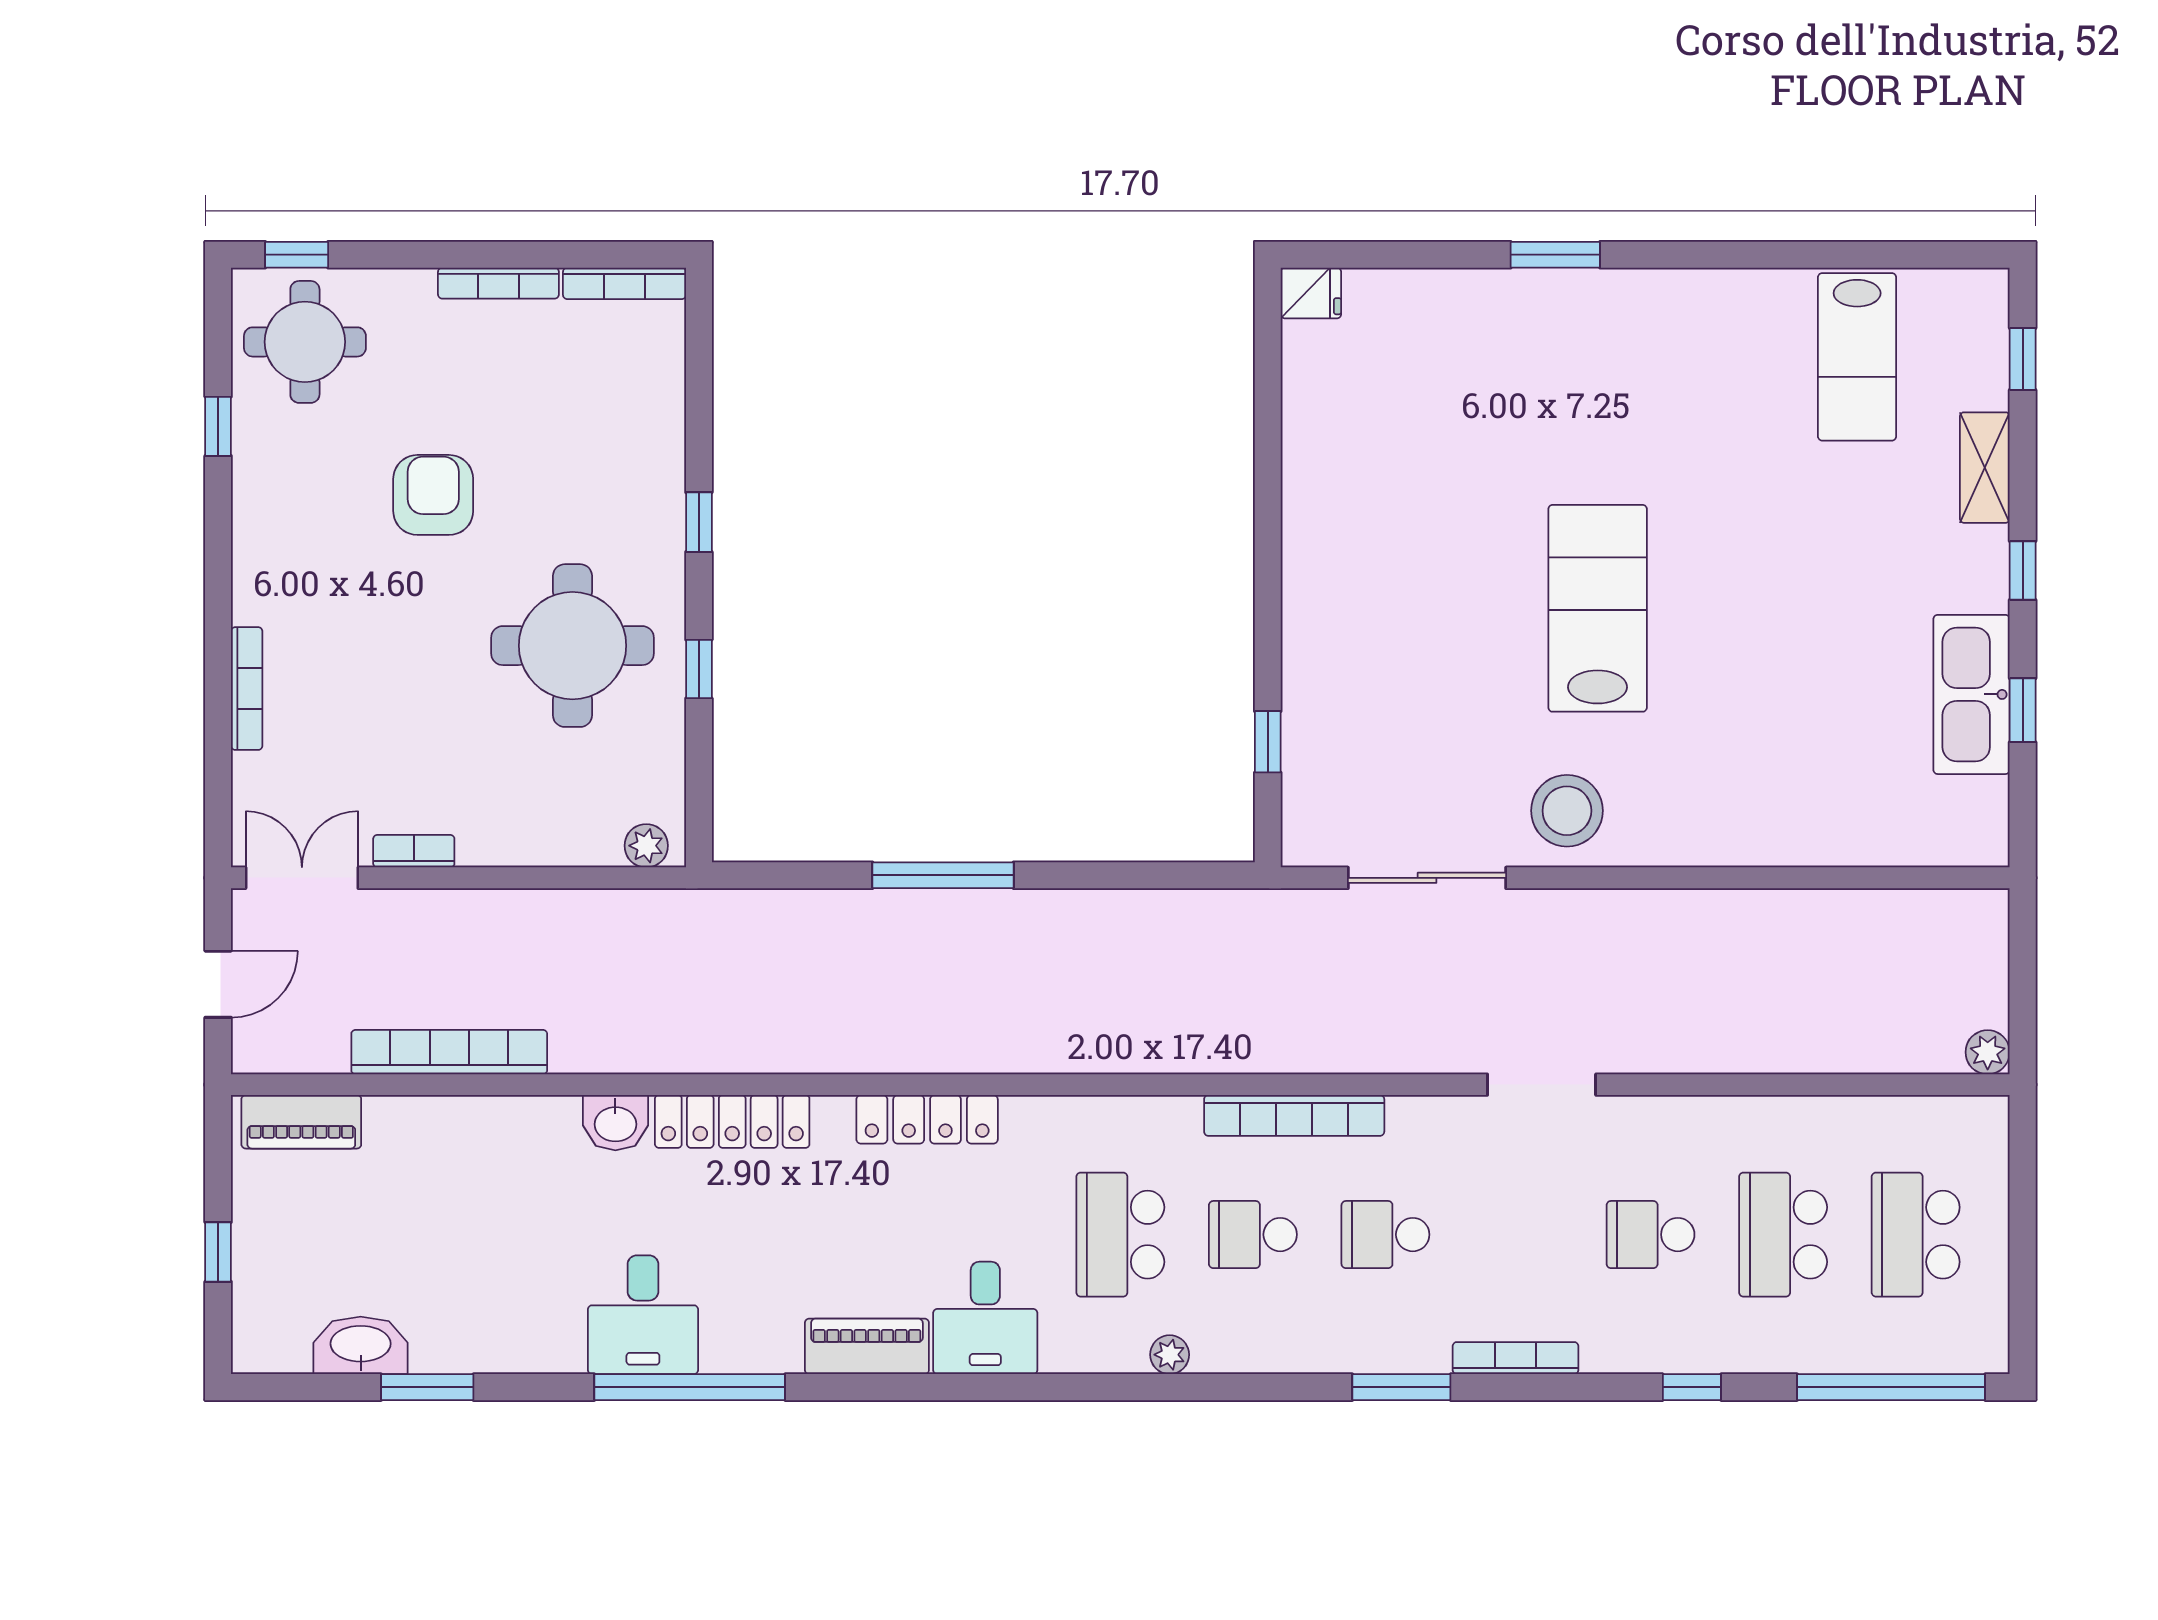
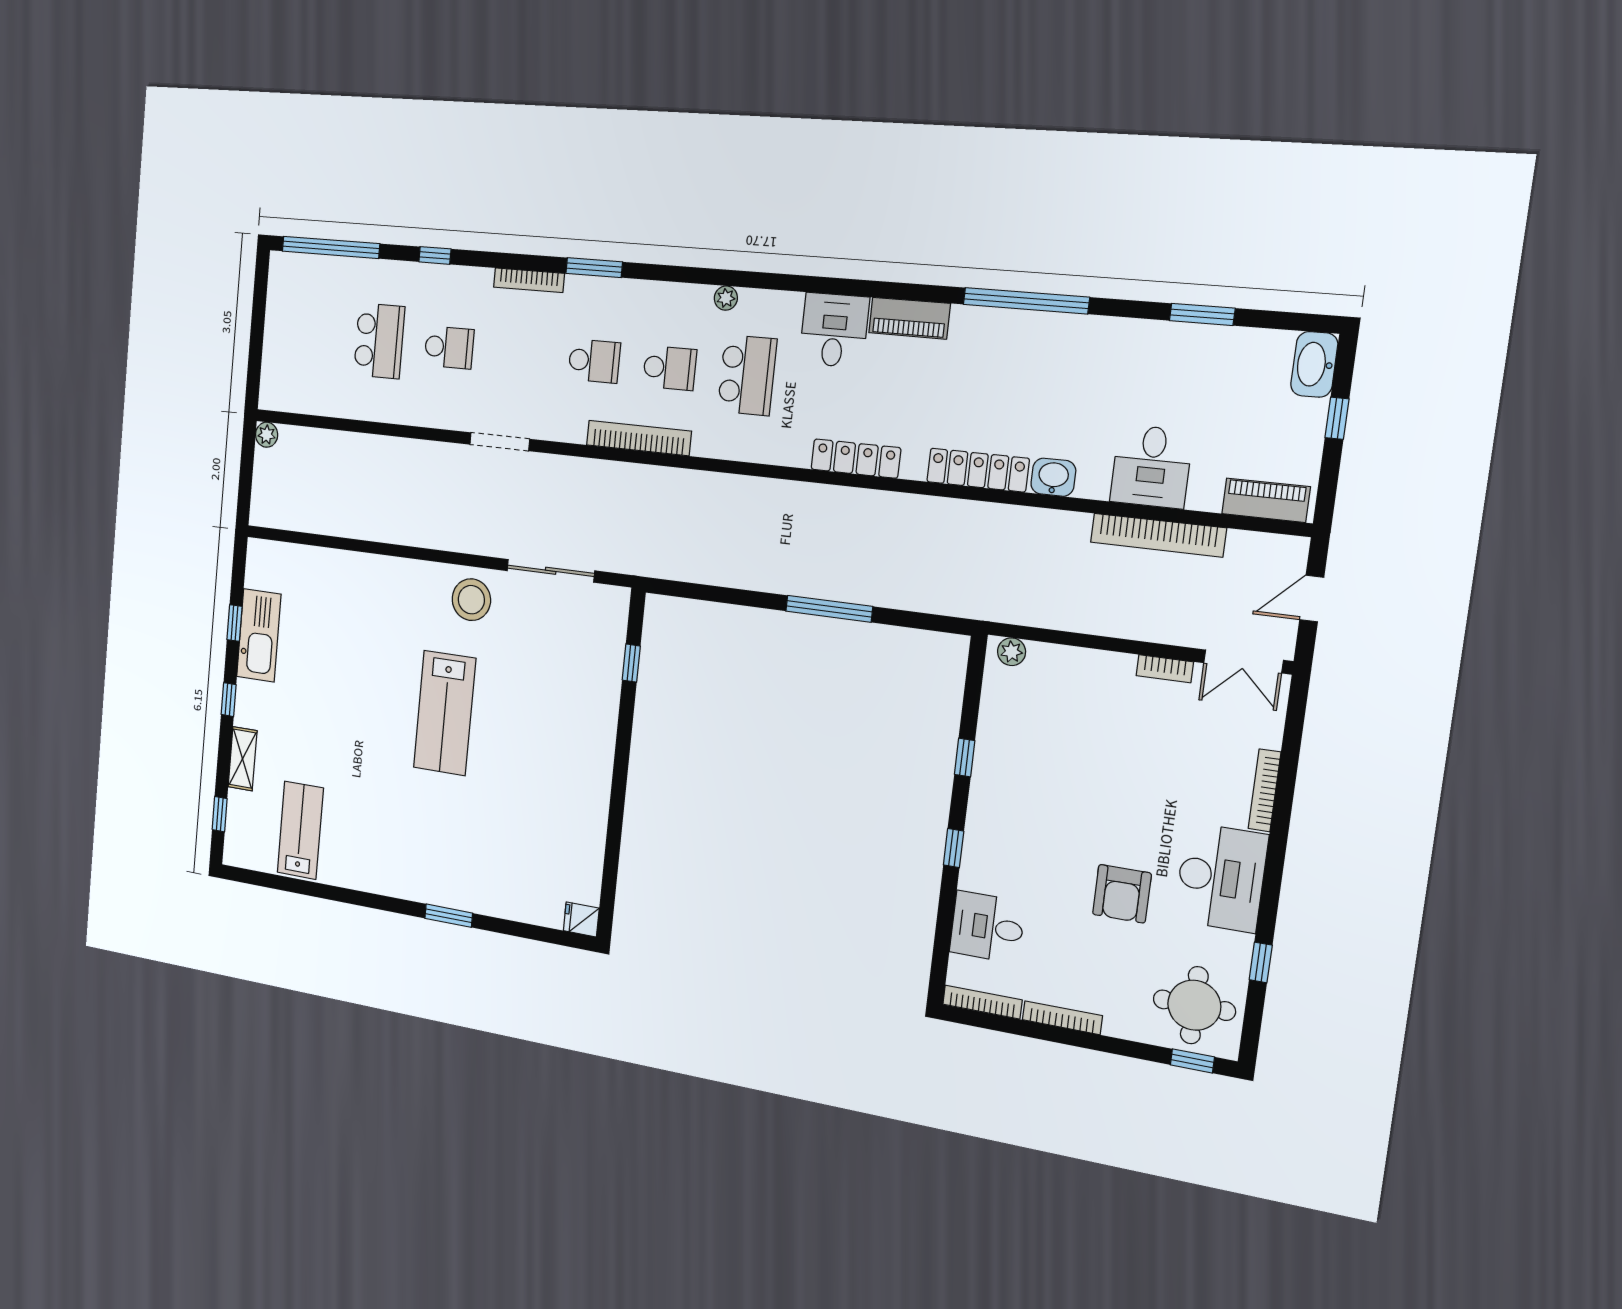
desk: (631, 405) -> (987, 927), added
desk: (292, 546) -> (1221, 877), added
round table: (572, 646) -> (1043, 784), removed
school desk: (1916, 1235) -> (311, 335), removed
desk: (643, 1315) -> (1151, 466), moved, turned 180
washbasin: (361, 1345) -> (1314, 364), moved, turned 90

